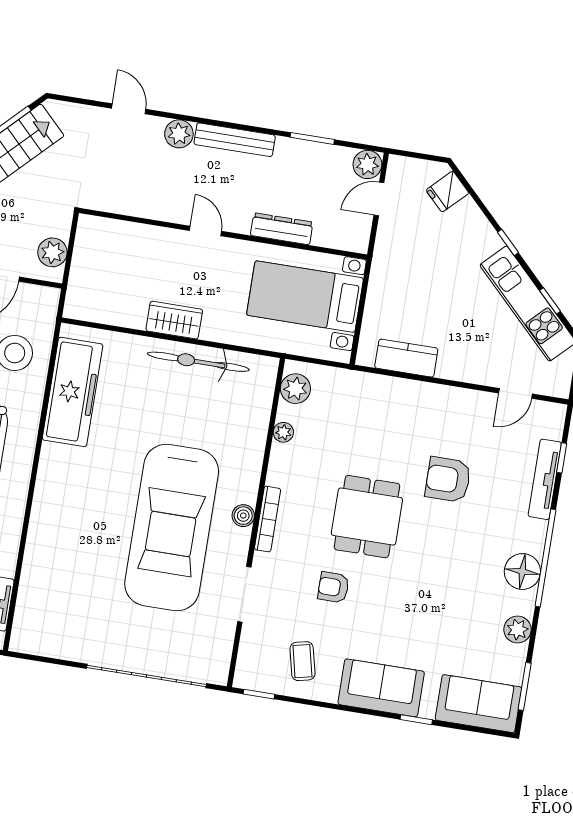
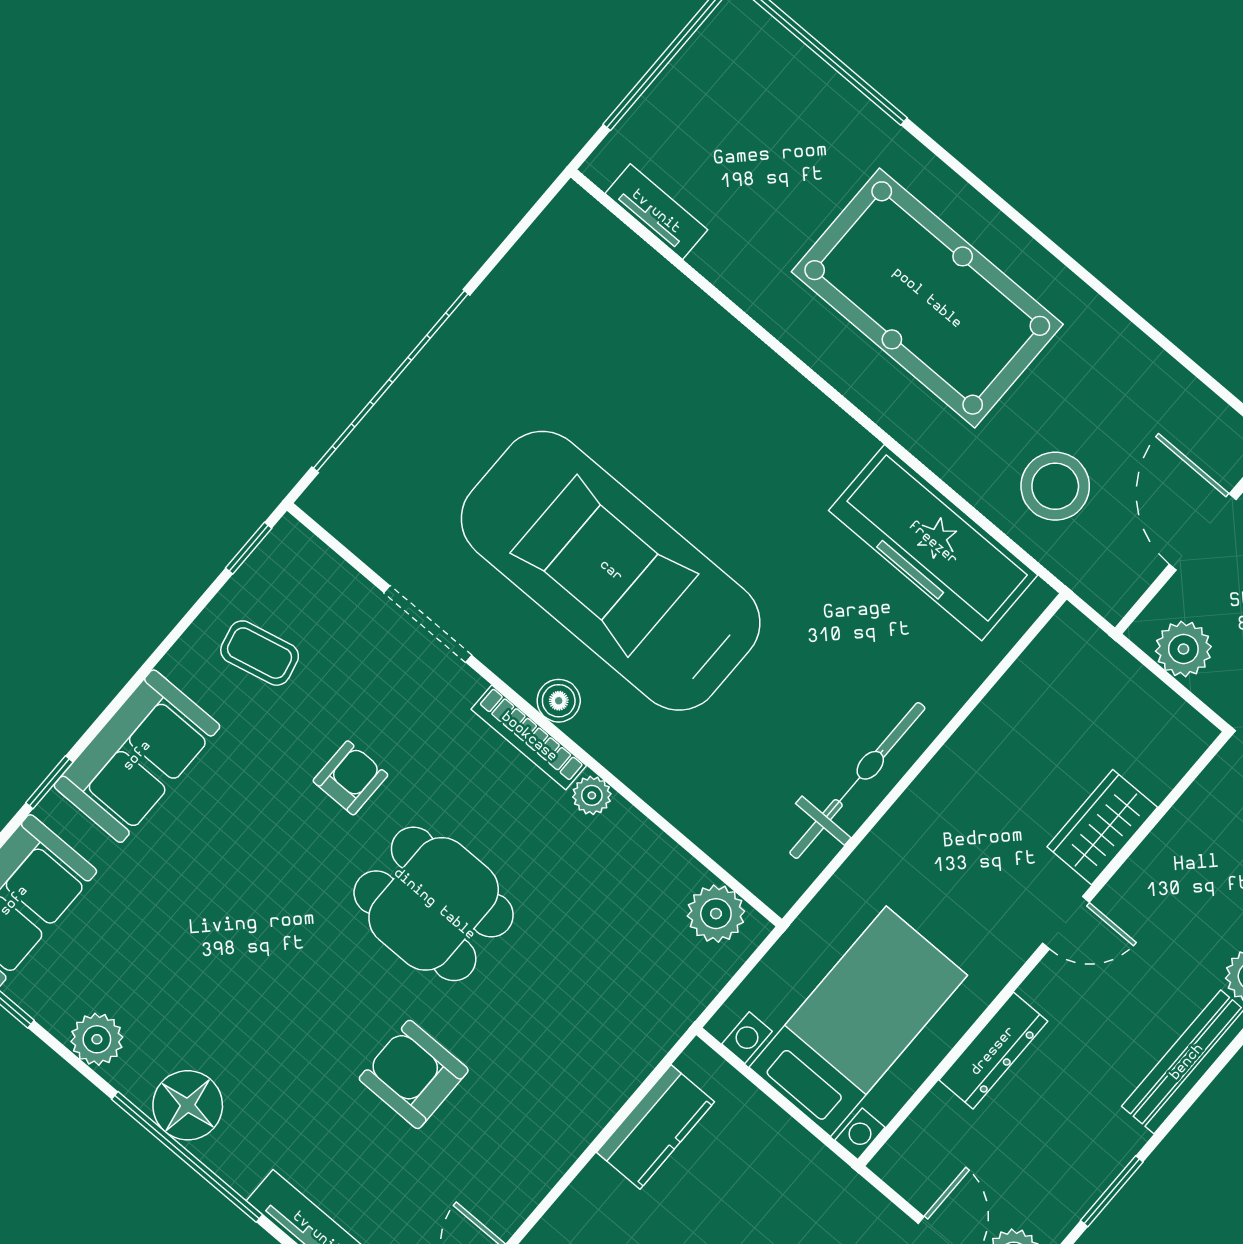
wardrobe: (174, 320) -> (1102, 827), moved, turned 180
plant: (283, 432) -> (592, 795), moved
armchair: (448, 480) -> (414, 1074), turned -90

